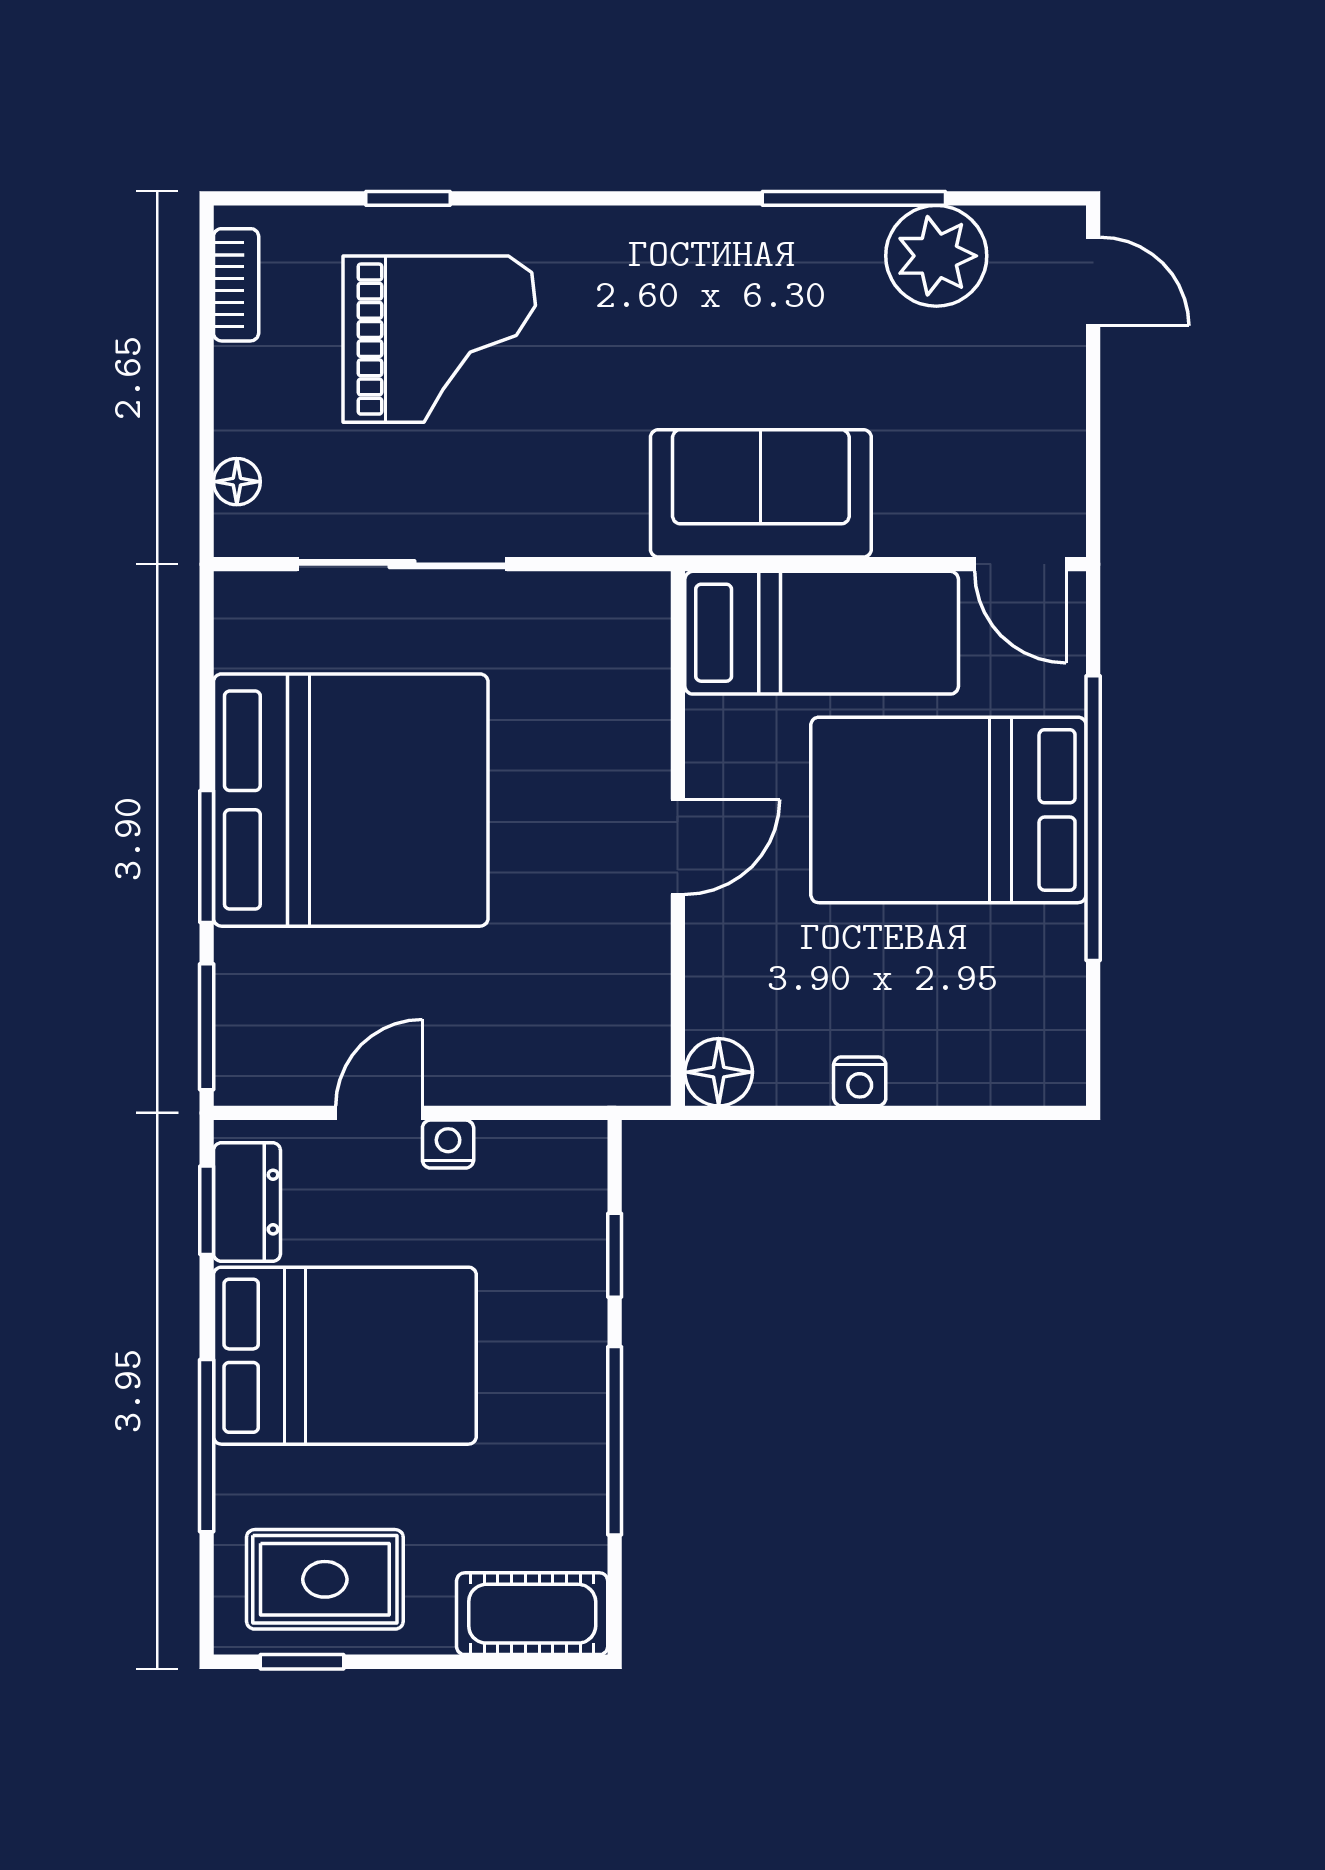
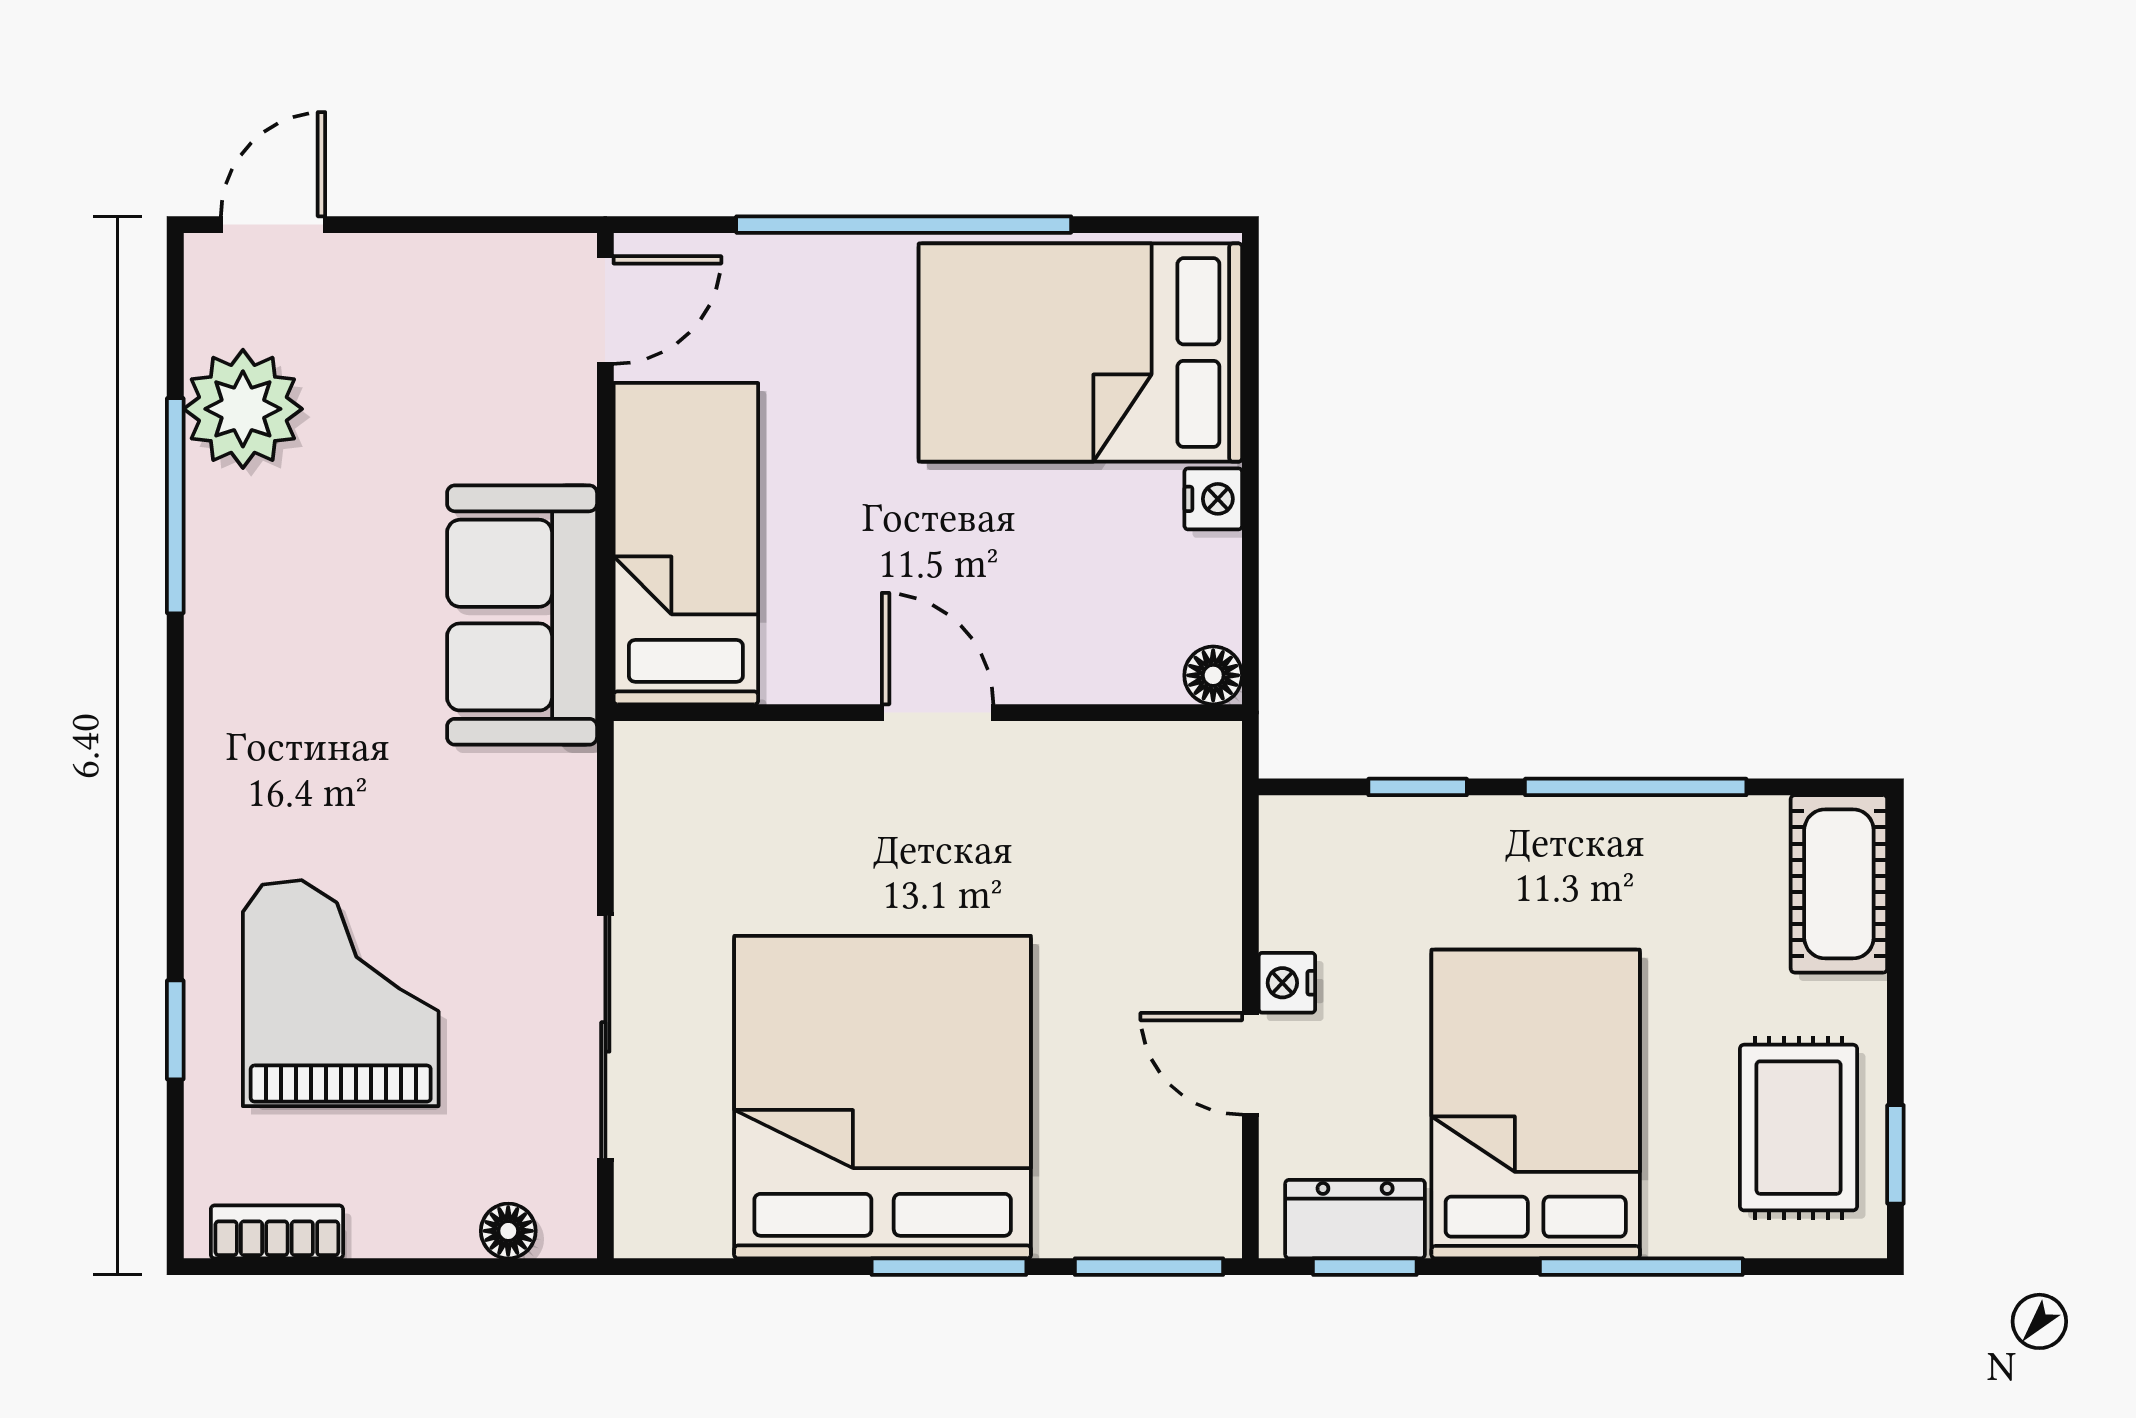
bed: (948, 810) -> (1080, 353), moved, turned 90
floor lamp: (719, 1072) -> (1213, 675), width x0.73, depth x0.73

